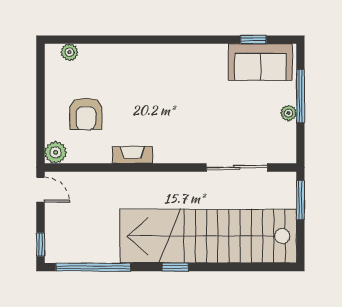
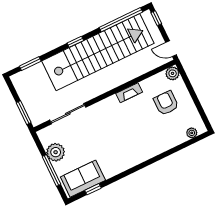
plant: (288, 113) -> (56, 152), width x1.88, depth x1.88
stairs: (208, 236) -> (98, 52), moved
window: (256, 267) -> (30, 64), added

